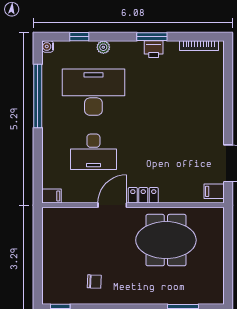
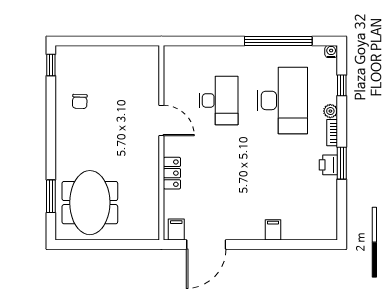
bookcase: (199, 46) -> (332, 133), moved, width x0.64
desk: (93, 152) -> (219, 100), turned 180
locker: (143, 195) -> (172, 173), moved
filing cabinet: (51, 196) -> (273, 230), moved, turned 180
meeting table: (166, 240) -> (90, 203), moved

